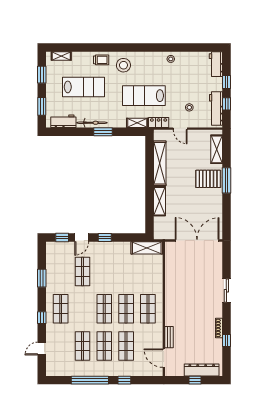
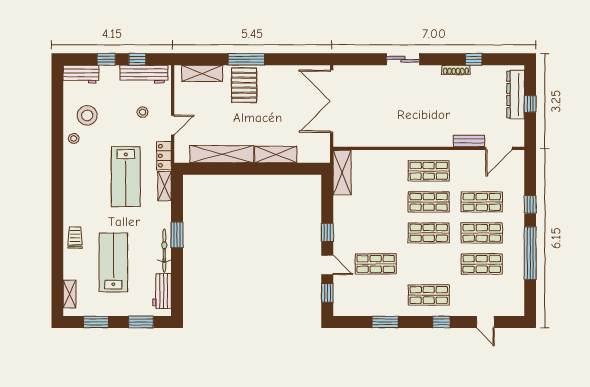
stool: (123, 65) -> (87, 115), moved

